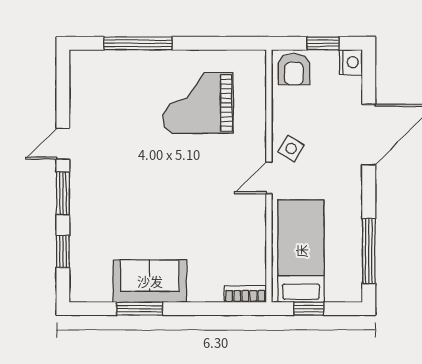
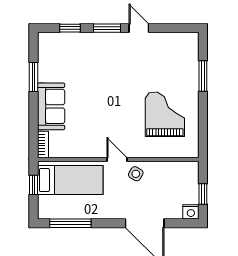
window: (138, 43) -> (203, 76), width x0.69
armchair: (294, 69) -> (186, 175), removed
sofa: (150, 281) -> (51, 106), moved

